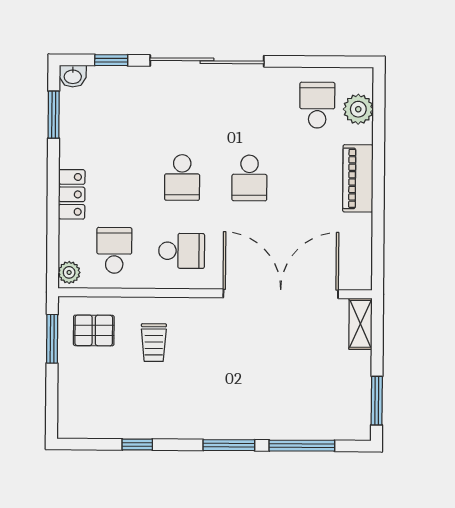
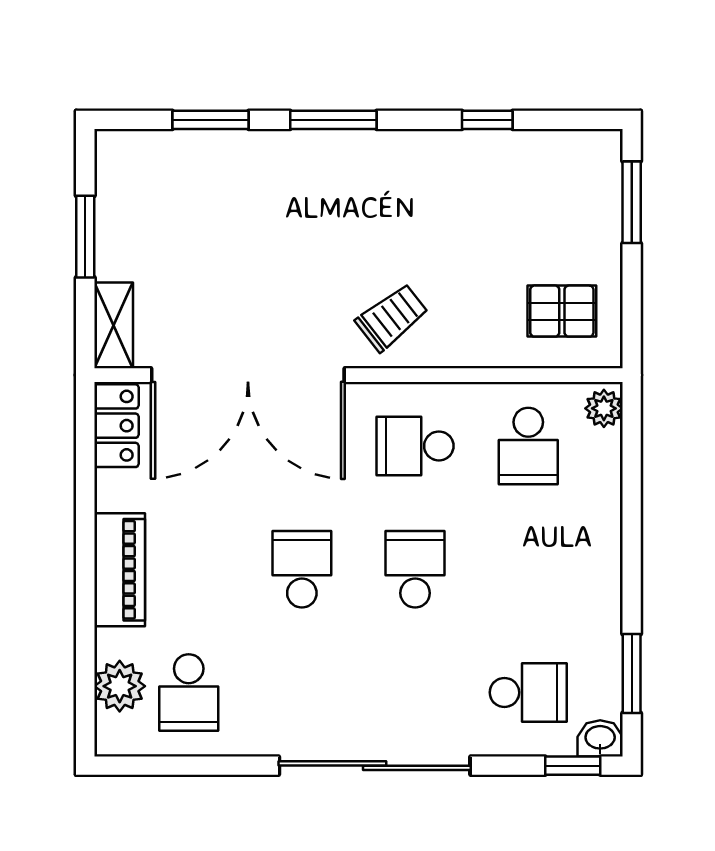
window: (111, 60) -> (573, 766), moved
school desk: (115, 104) -> (528, 692), added
locker: (72, 194) -> (116, 426), moved, turned 180
window: (52, 339) -> (632, 202), moved
trolley: (154, 343) -> (392, 317), moved, turned 52
window: (377, 401) -> (85, 237), moved
window: (302, 446) -> (210, 120), width x0.69

